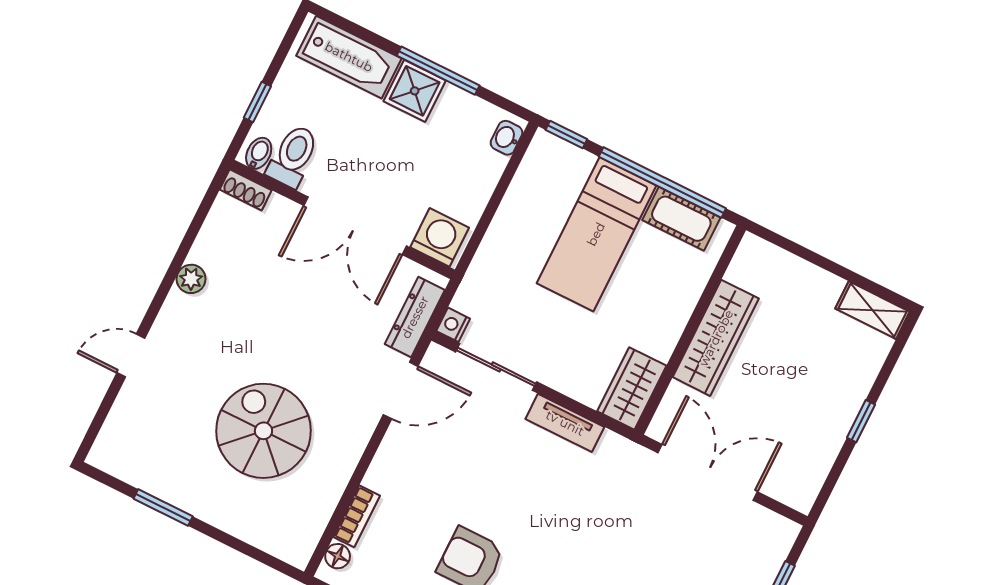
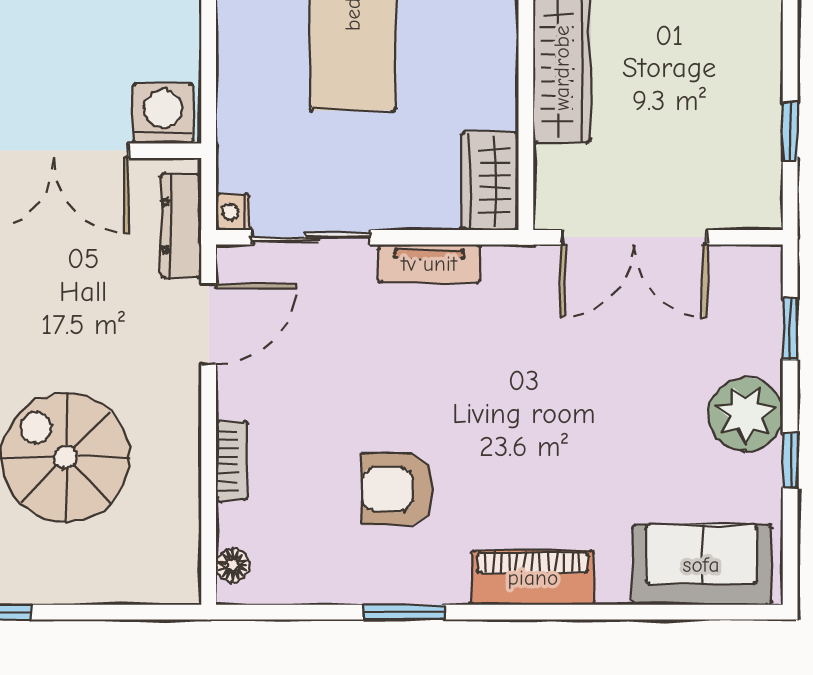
window: (861, 421) -> (790, 131), moved
double door: (708, 472) -> (634, 237), swing flipped
bookcase: (357, 516) -> (232, 461), moved

